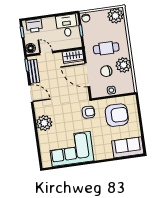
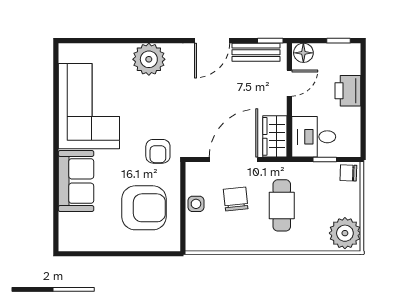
printer: (34, 26) -> (348, 91), moved
desk: (67, 26) -> (314, 137), moved, turned 180
plant: (124, 65) -> (243, 236), removed
armchair: (117, 115) -> (144, 208), turned -90
sofa: (128, 147) -> (76, 181), moved

